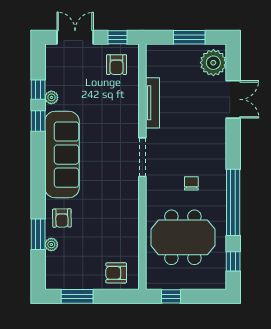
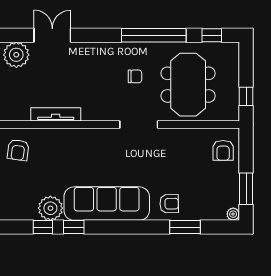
armchair: (116, 65) -> (18, 150), turned 98
plant: (51, 97) -> (50, 208), width x1.87, depth x1.87
doorway: (142, 157) -> (139, 125), moved
chair: (191, 183) -> (135, 76), turned 180
plant: (51, 244) -> (233, 214), moved

